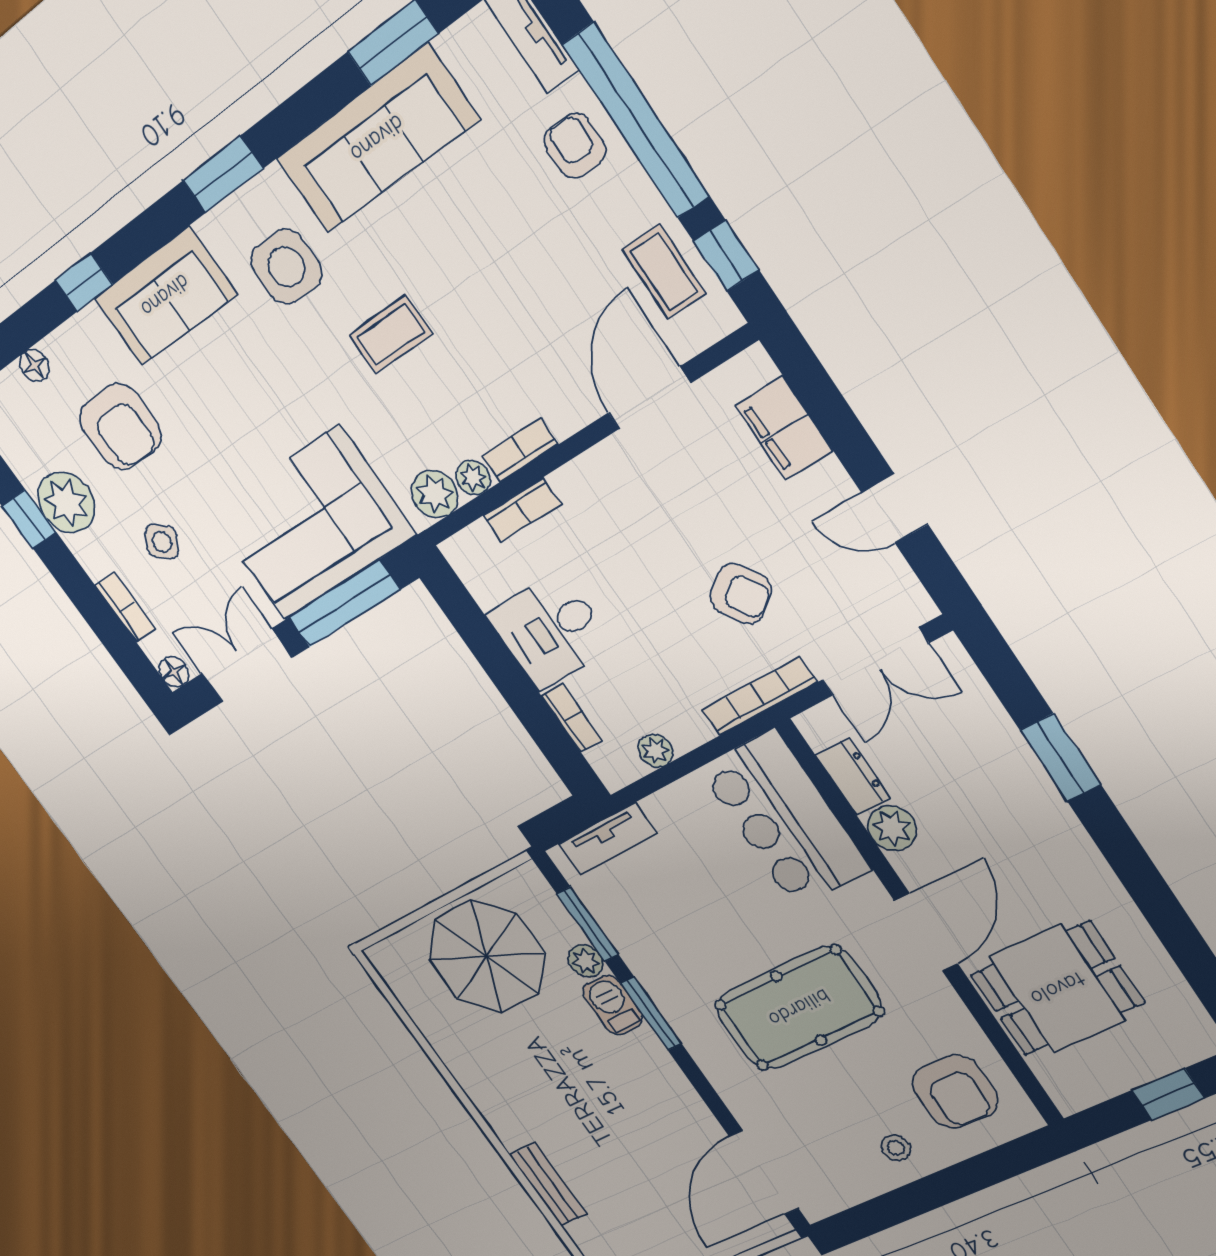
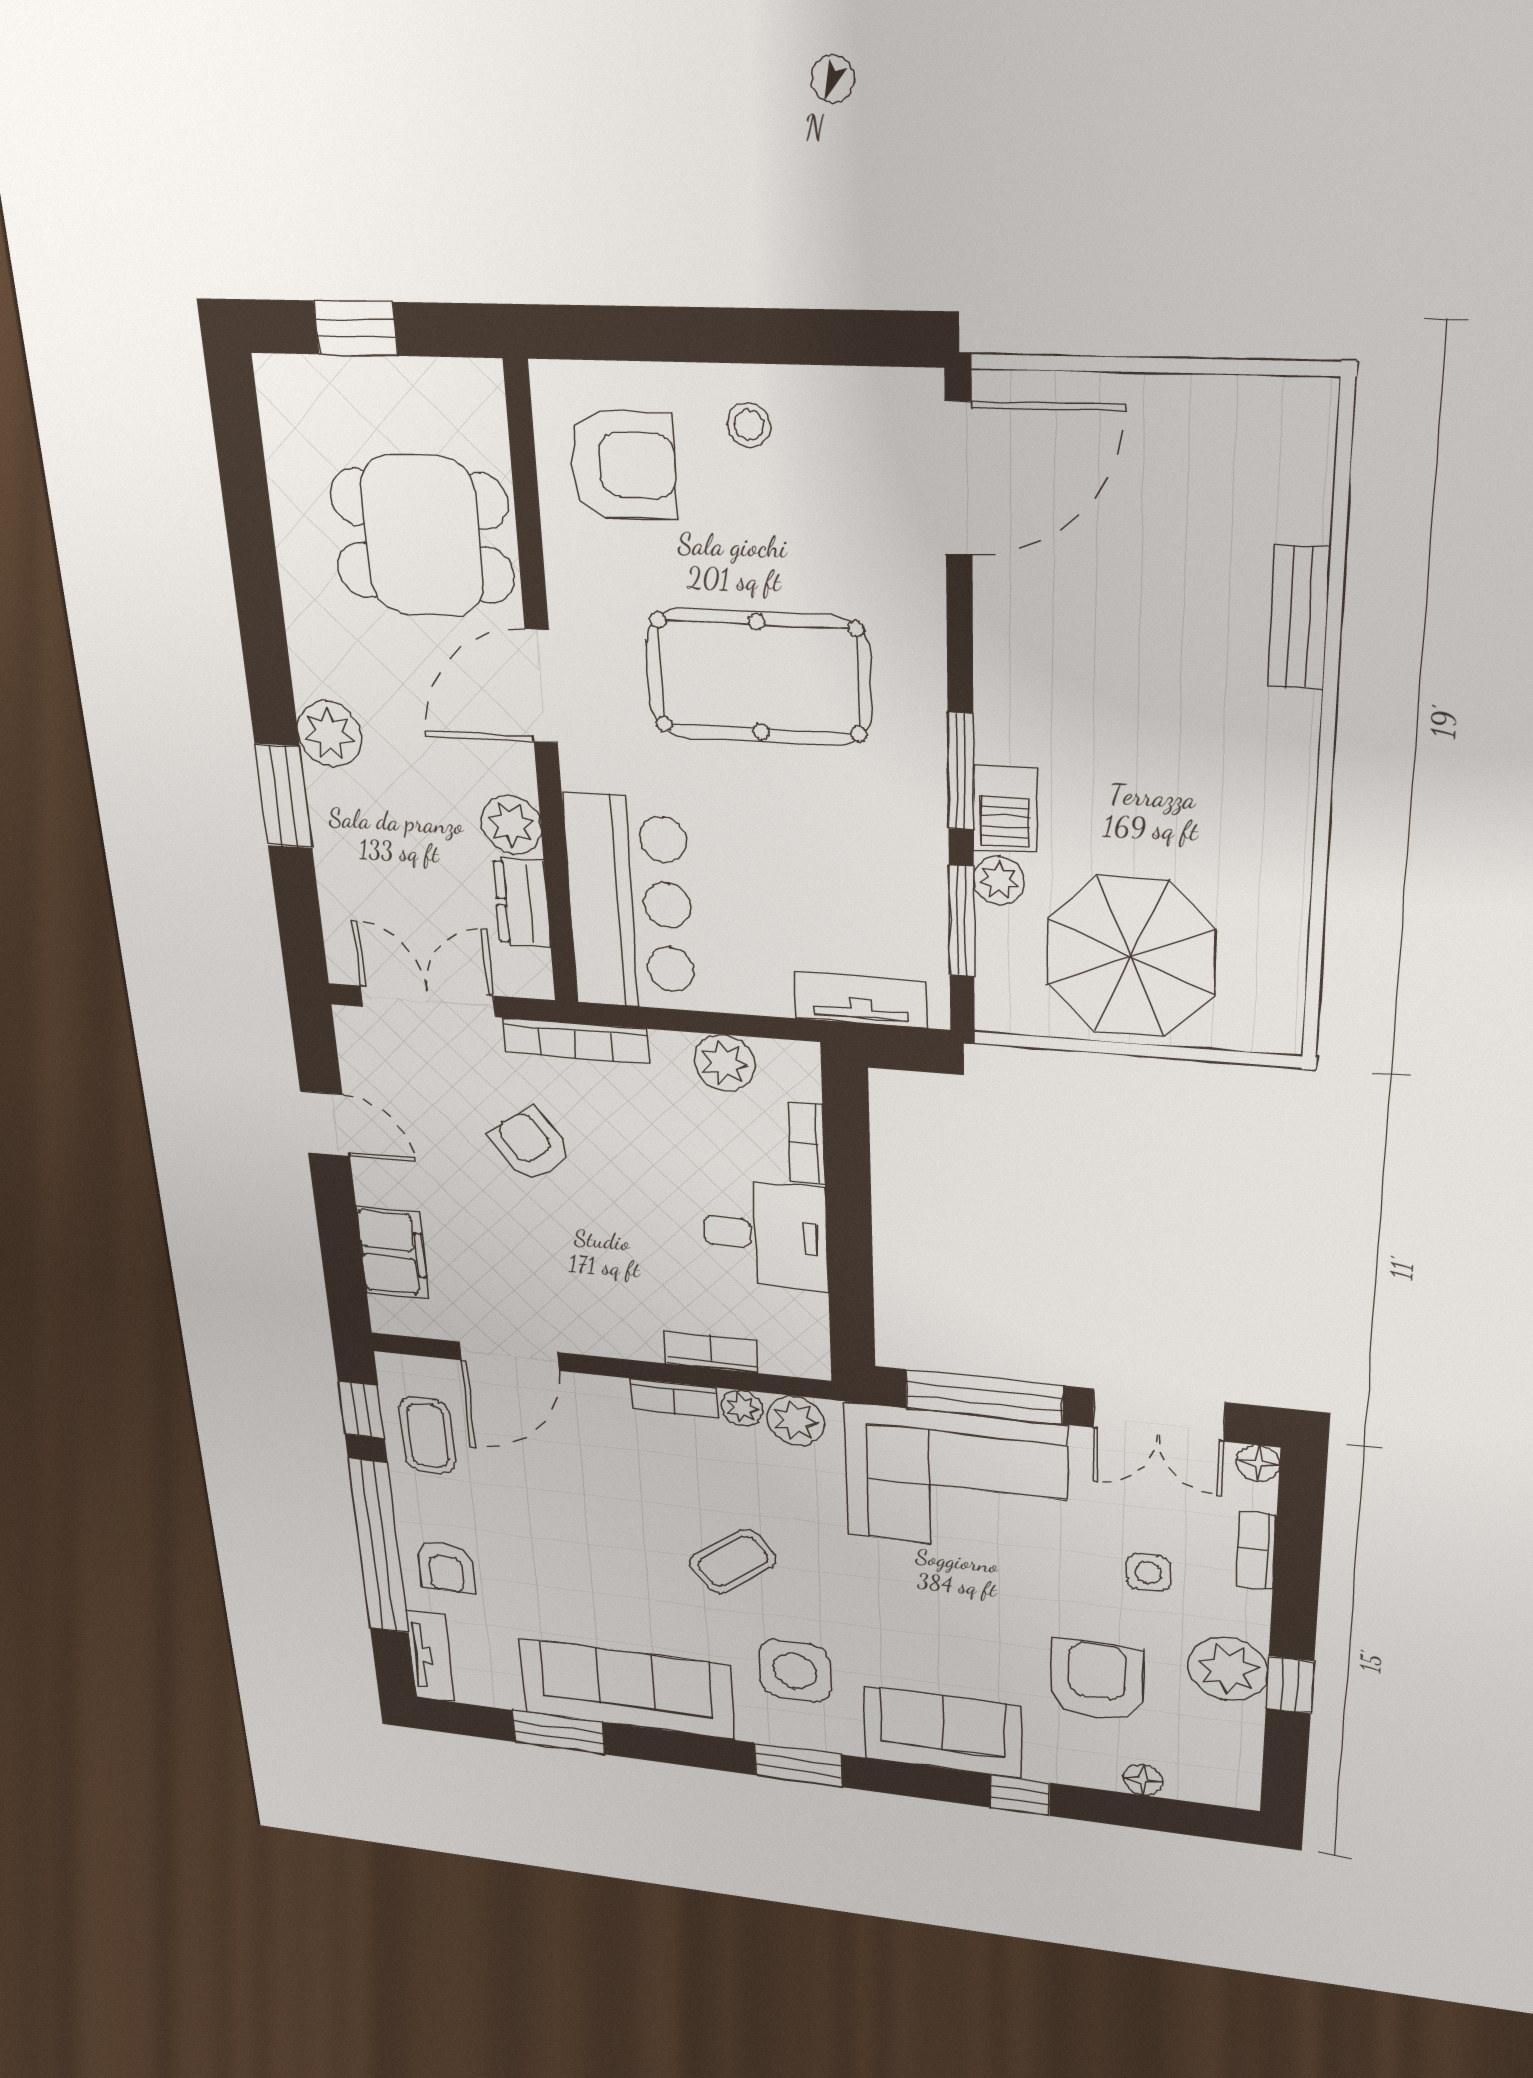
coffee table: (391, 334) -> (733, 1561), turned -37
side table: (162, 542) -> (1149, 1572), turned -36
plant: (655, 751) -> (725, 1063), width x1.38, depth x1.38
plant: (1051, 822) -> (330, 734), added
armchair: (955, 1092) -> (623, 465), turned 90

